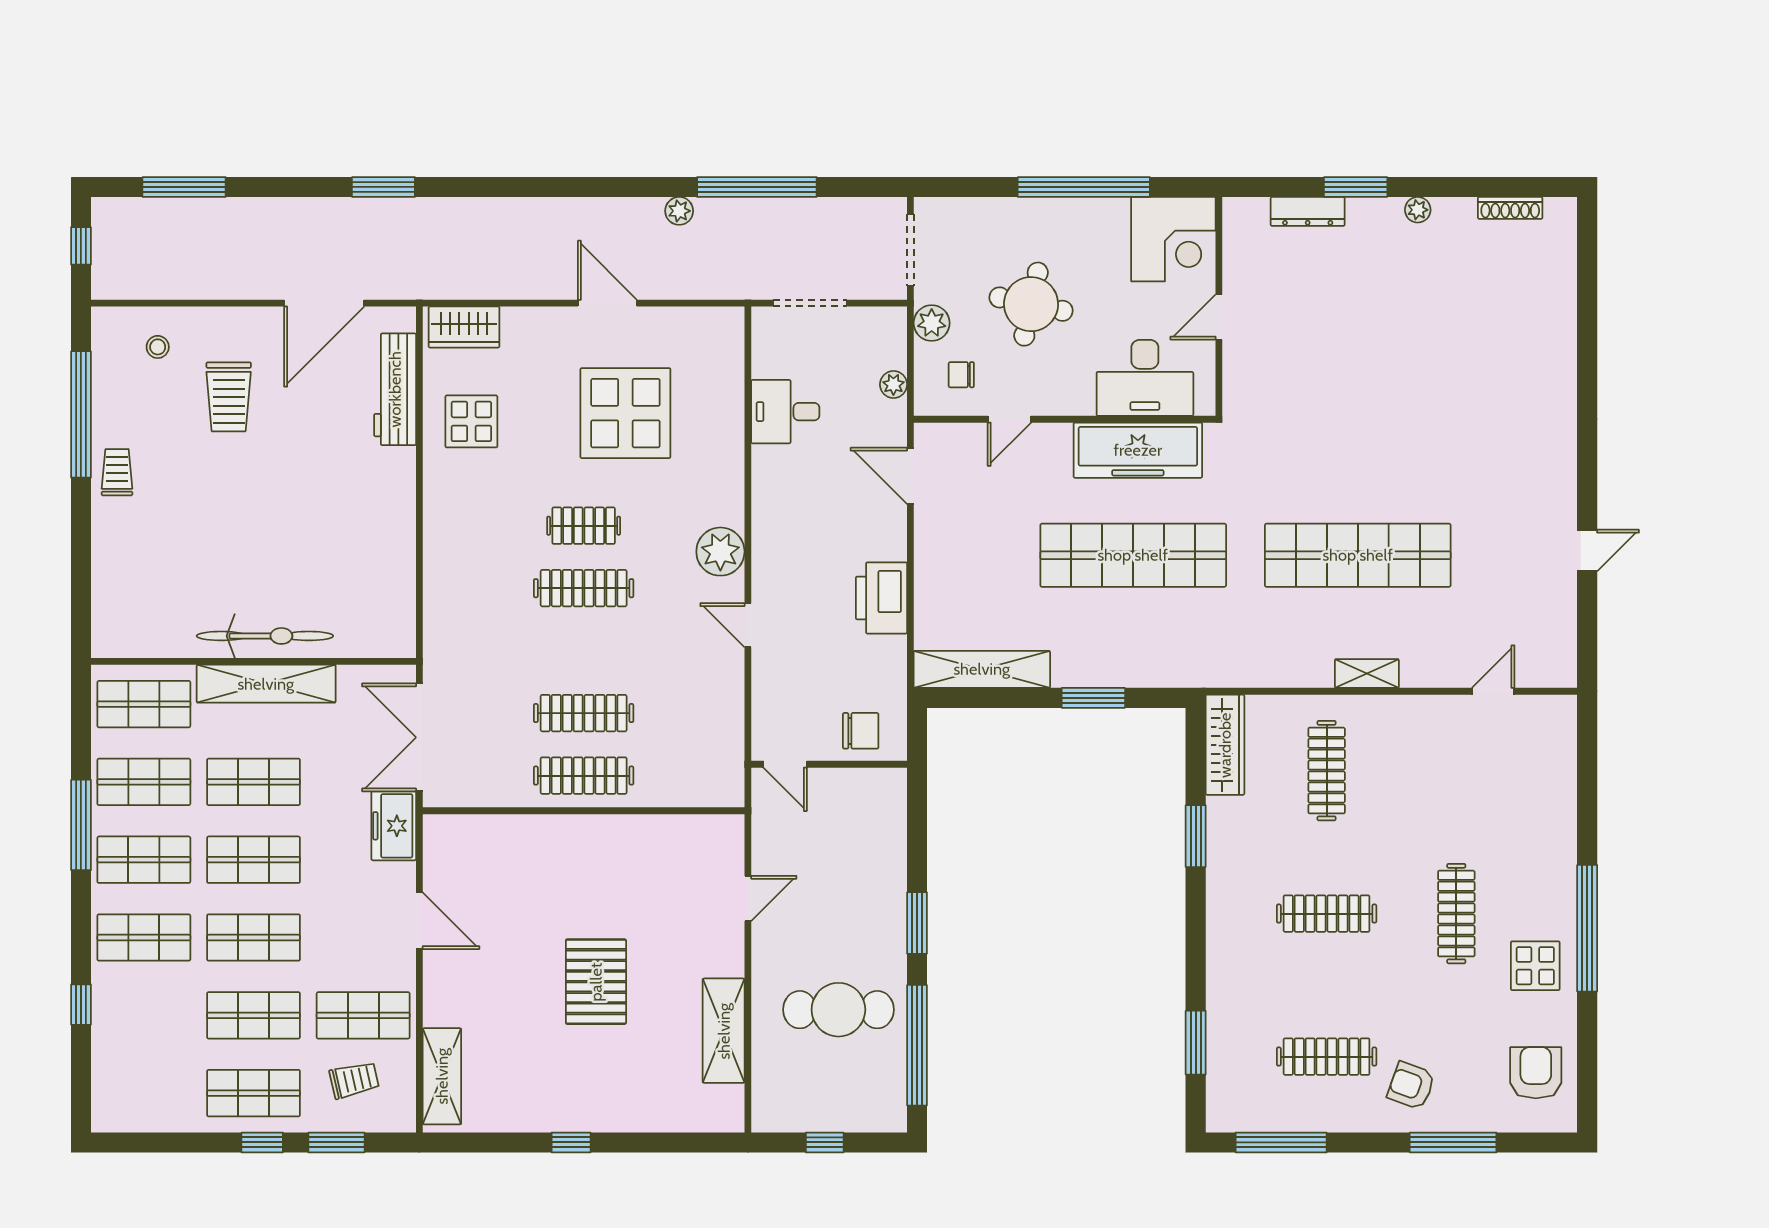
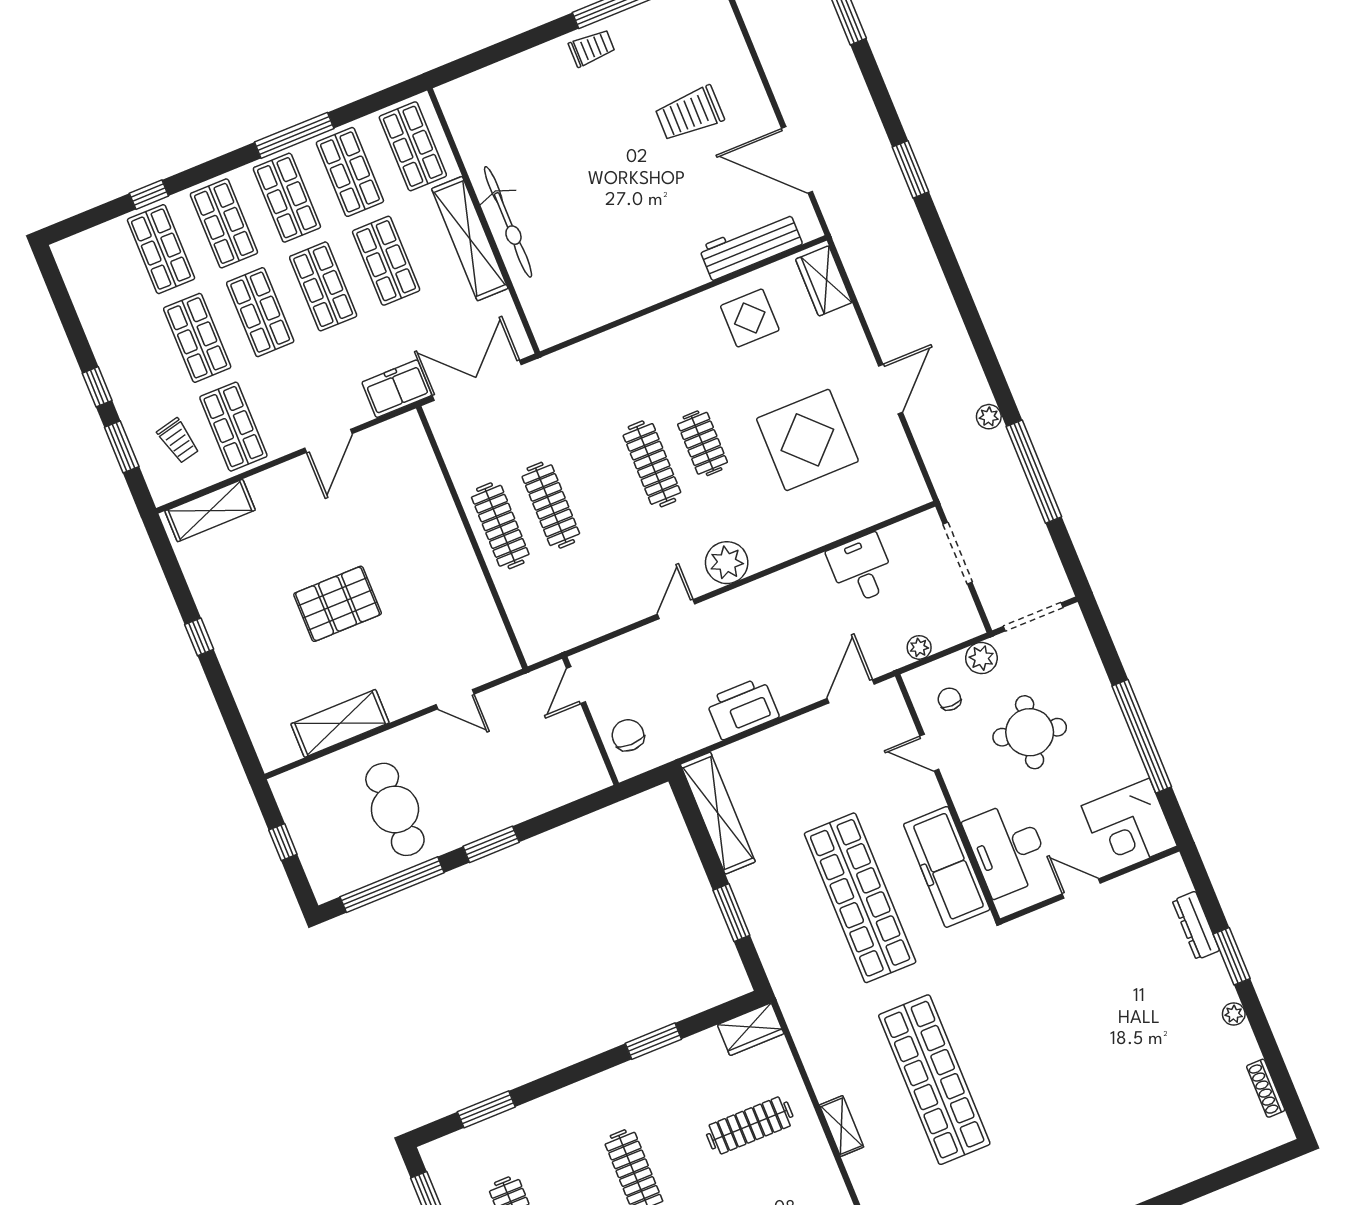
stool: (158, 347) -> (706, 40), removed
chair: (861, 731) -> (628, 735), turned 180
wardrobe: (1225, 745) -> (751, 1029), width x0.67
shop shelf: (254, 1093) -> (161, 249), moved

